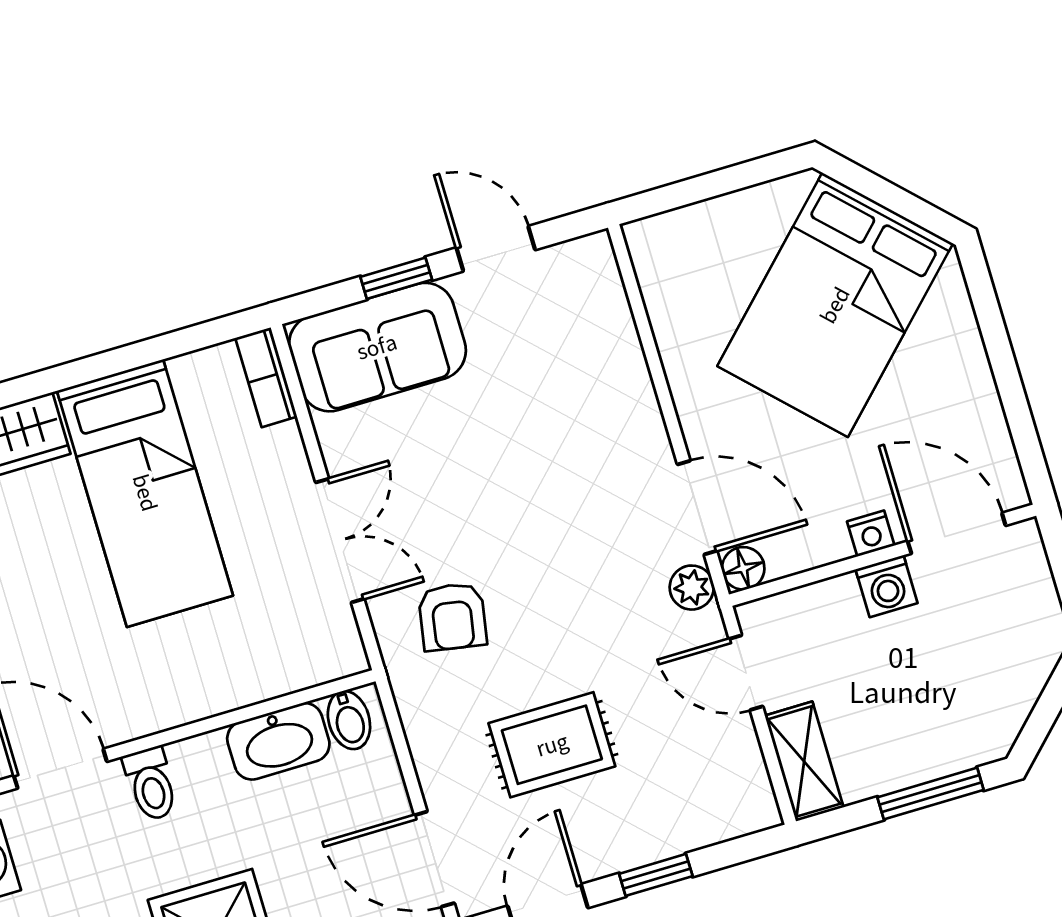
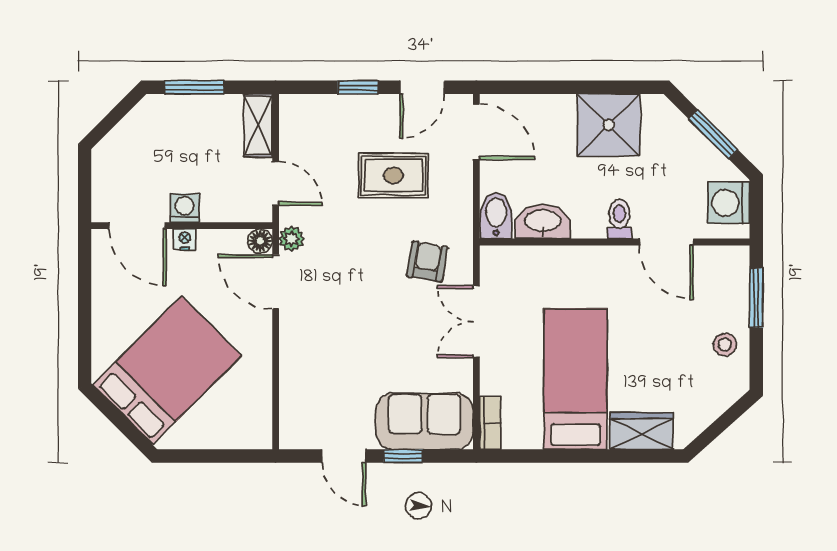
bidet: (349, 720) -> (496, 216), width x1.38, depth x1.36

